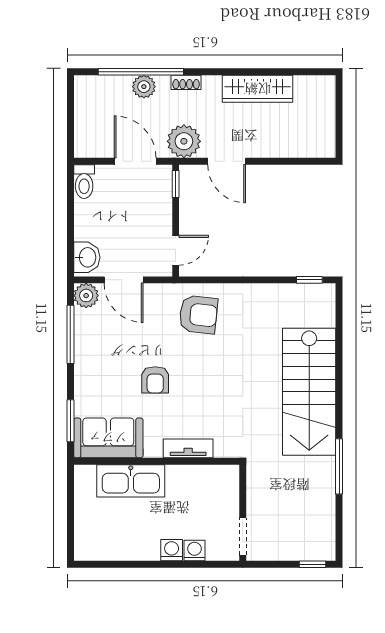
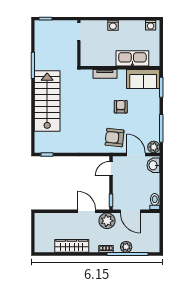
armchair: (198, 315) -> (115, 138), moved
washing machine: (194, 550) -> (151, 25), moved

